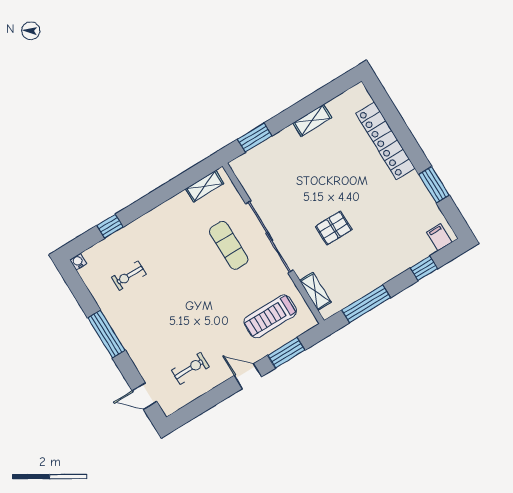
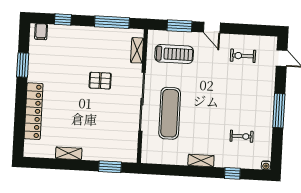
shelving: (205, 186) -> (201, 161), moved
exercise mat: (229, 245) -> (170, 113), width x1.36, depth x1.45

